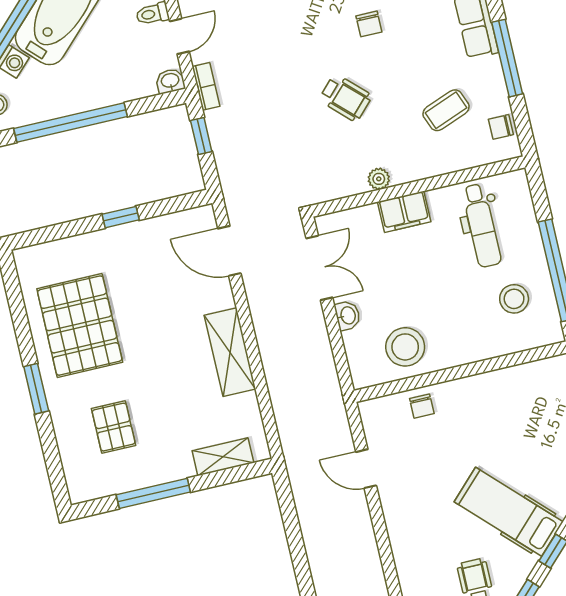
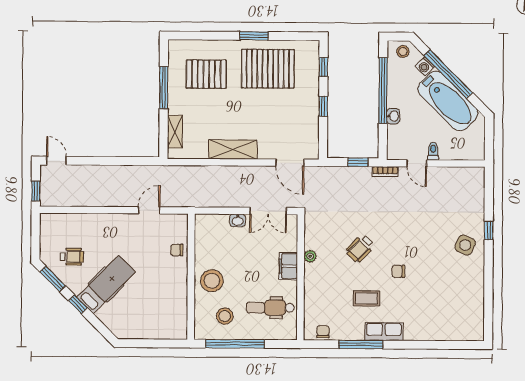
washbasin: (170, 81) -> (393, 116), moved
coffee table: (446, 110) -> (367, 298), moved, turned -69
window: (54, 232) -> (323, 67), added
door: (229, 251) -> (290, 163), swing flipped
stool: (405, 347) -> (212, 281), moved
window: (36, 389) -> (254, 36), moved
pallet: (114, 427) -> (206, 74), width x1.50, depth x1.42

